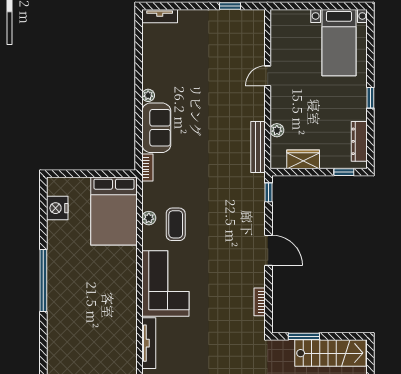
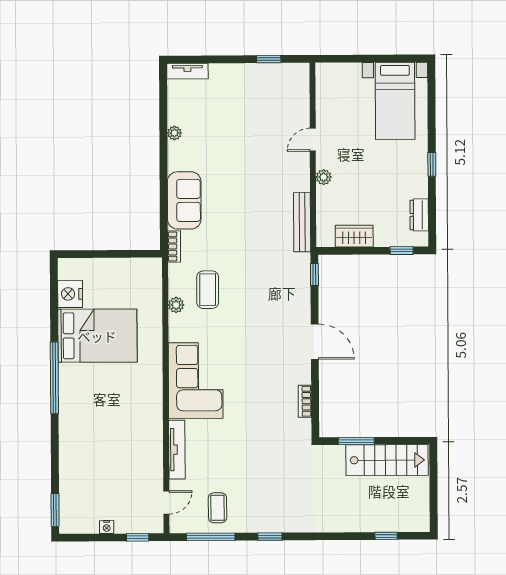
plant: (148, 95) -> (174, 133), moved
plant: (277, 130) -> (324, 177), moved
dresser: (359, 141) -> (419, 215), width x0.70
bed: (114, 211) -> (97, 336), moved, turned -90
coffee table: (176, 224) -> (208, 290), moved

